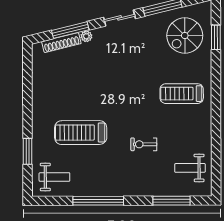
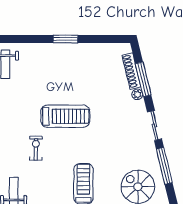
treadmill: (81, 133) -> (65, 116), moved, turned 90
window: (28, 151) -> (65, 39), moved

